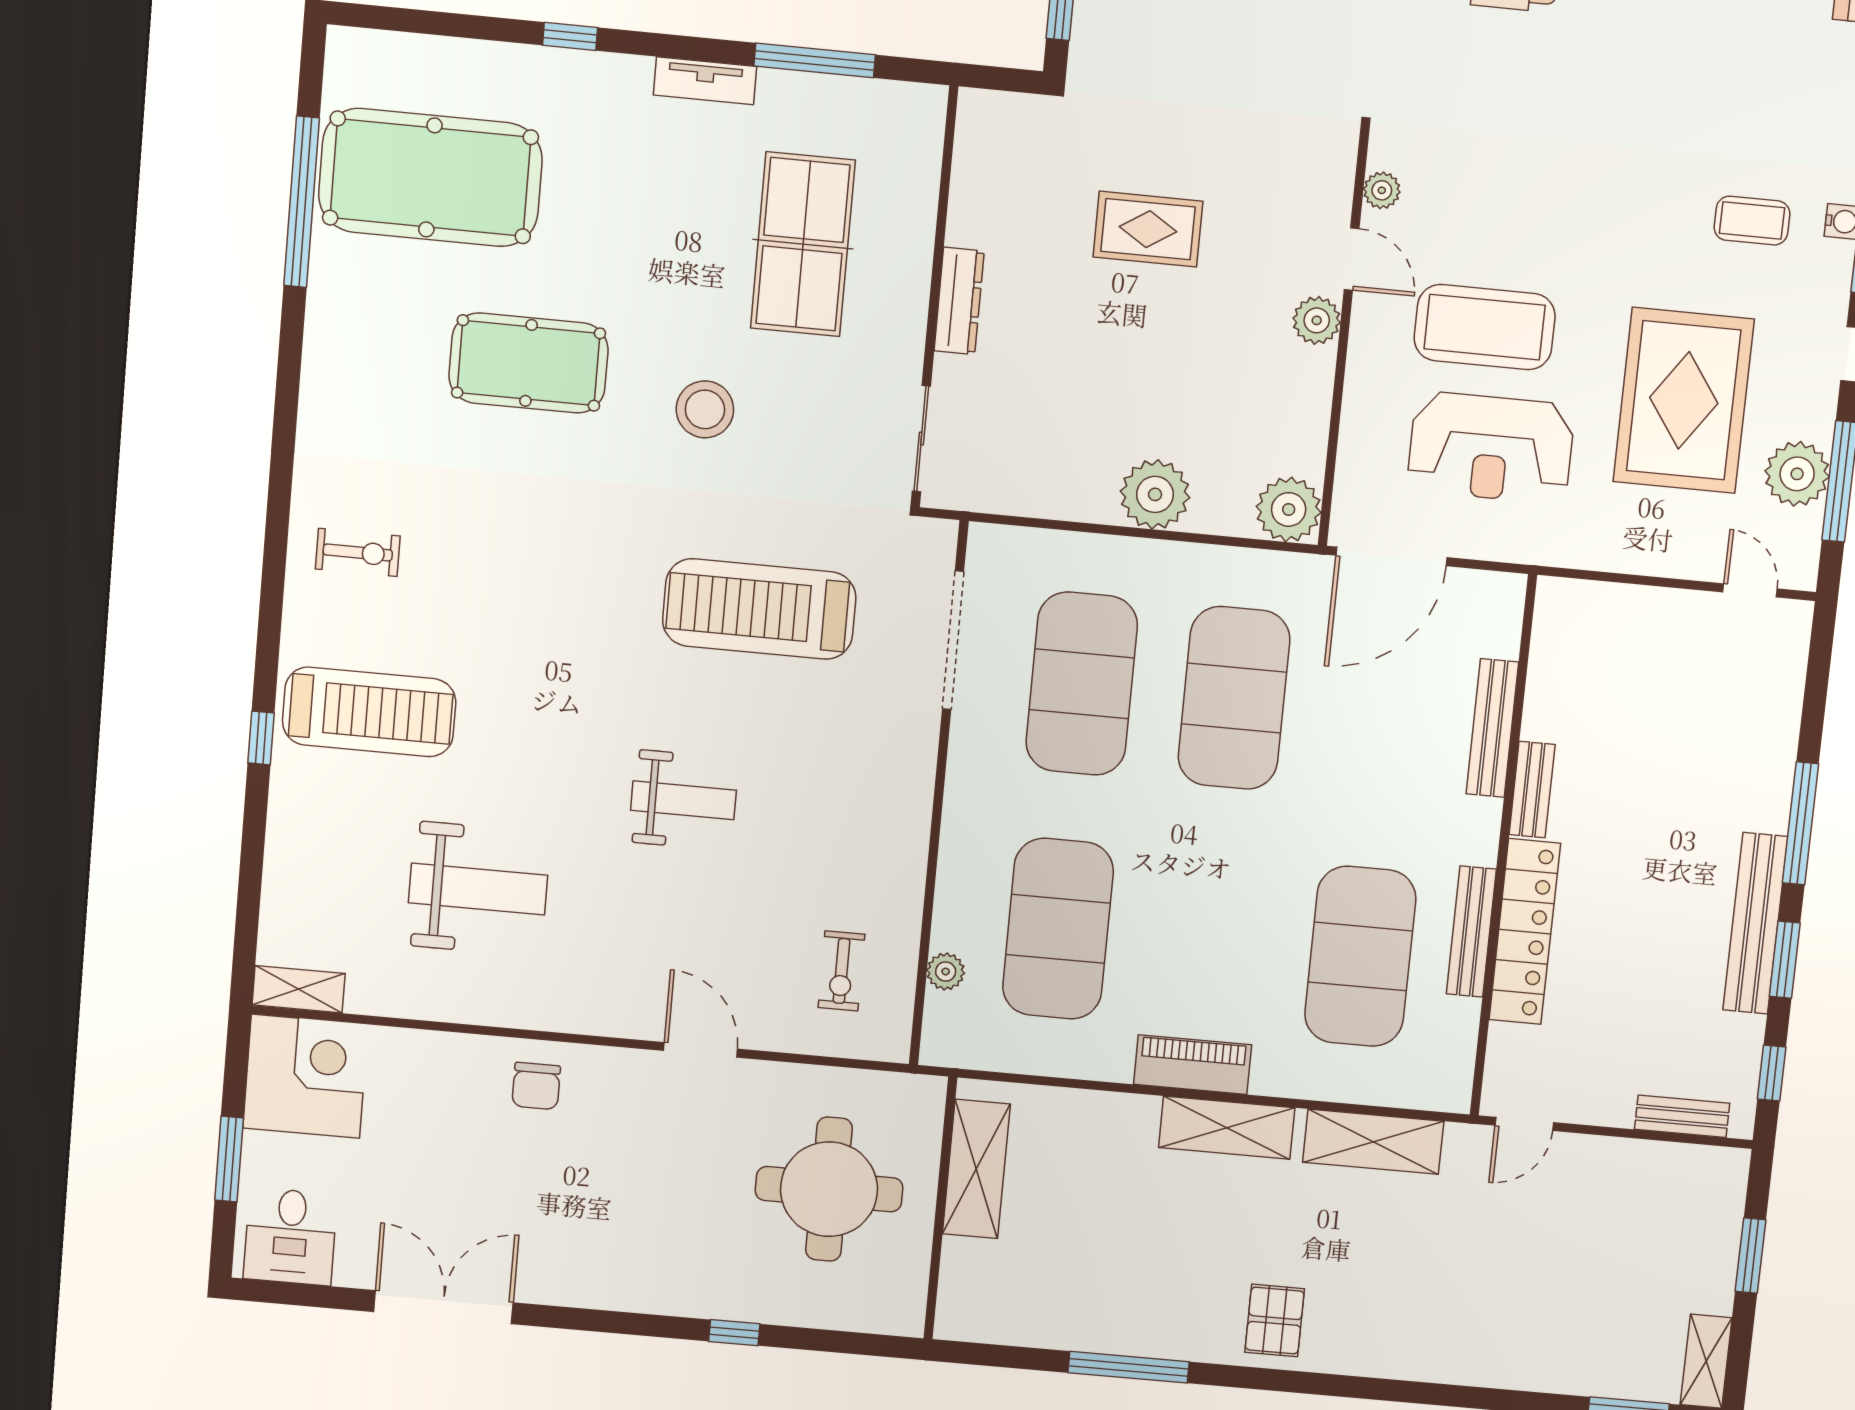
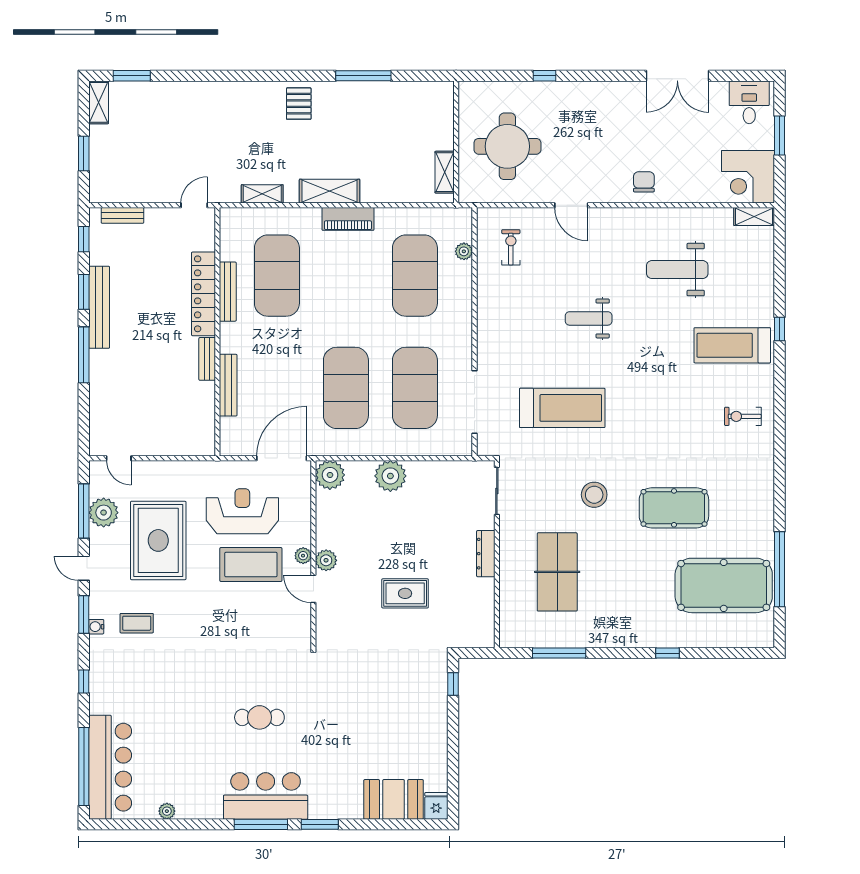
tv unit: (705, 81) -> (607, 639), removed
plant: (1382, 190) -> (303, 556), moved
shelving: (1373, 1142) -> (262, 194), width x0.67, depth x0.75
shelving: (976, 1169) -> (445, 172), width x0.67, depth x0.75

